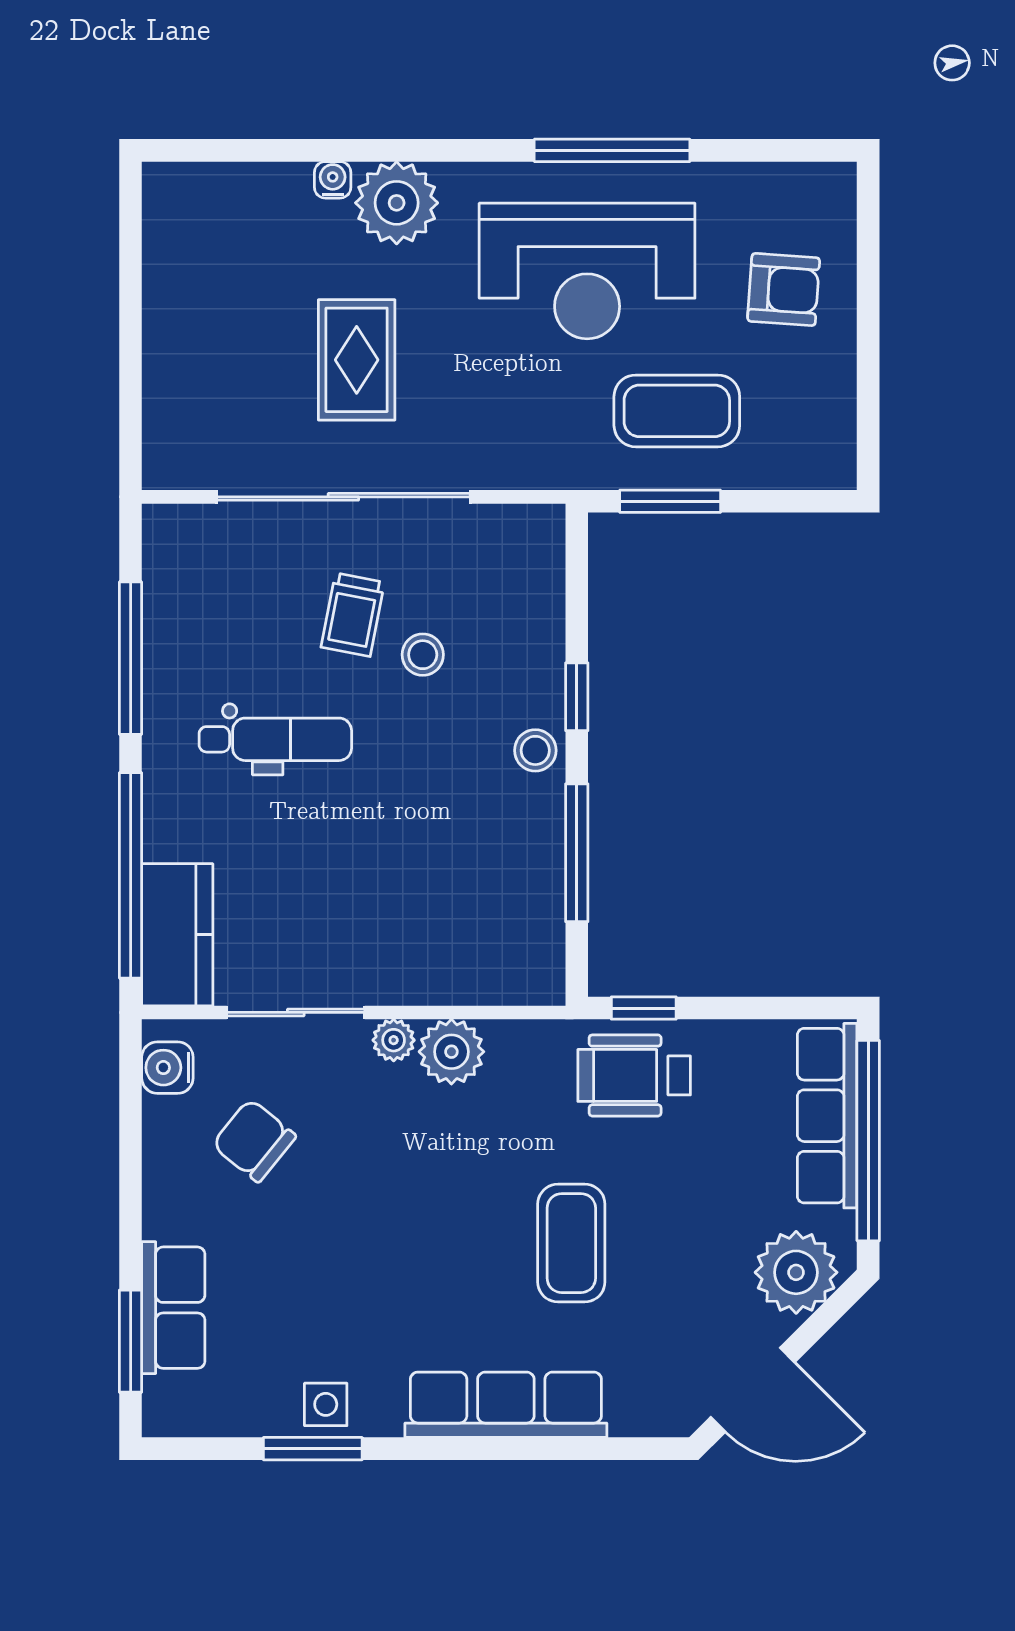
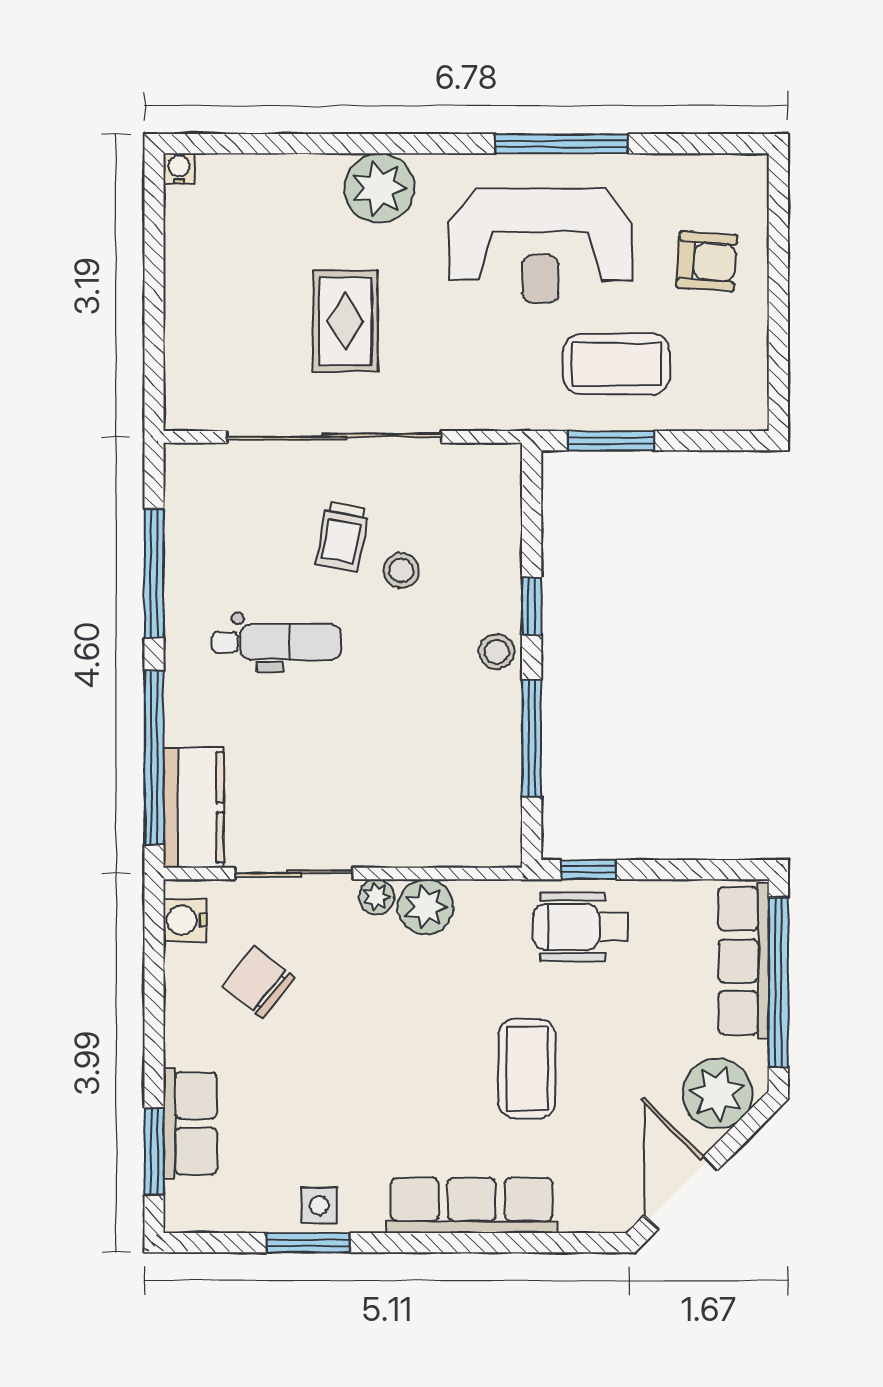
water cooler: (333, 180) -> (179, 169), moved
door: (753, 1390) -> (681, 1193), swing flipped

